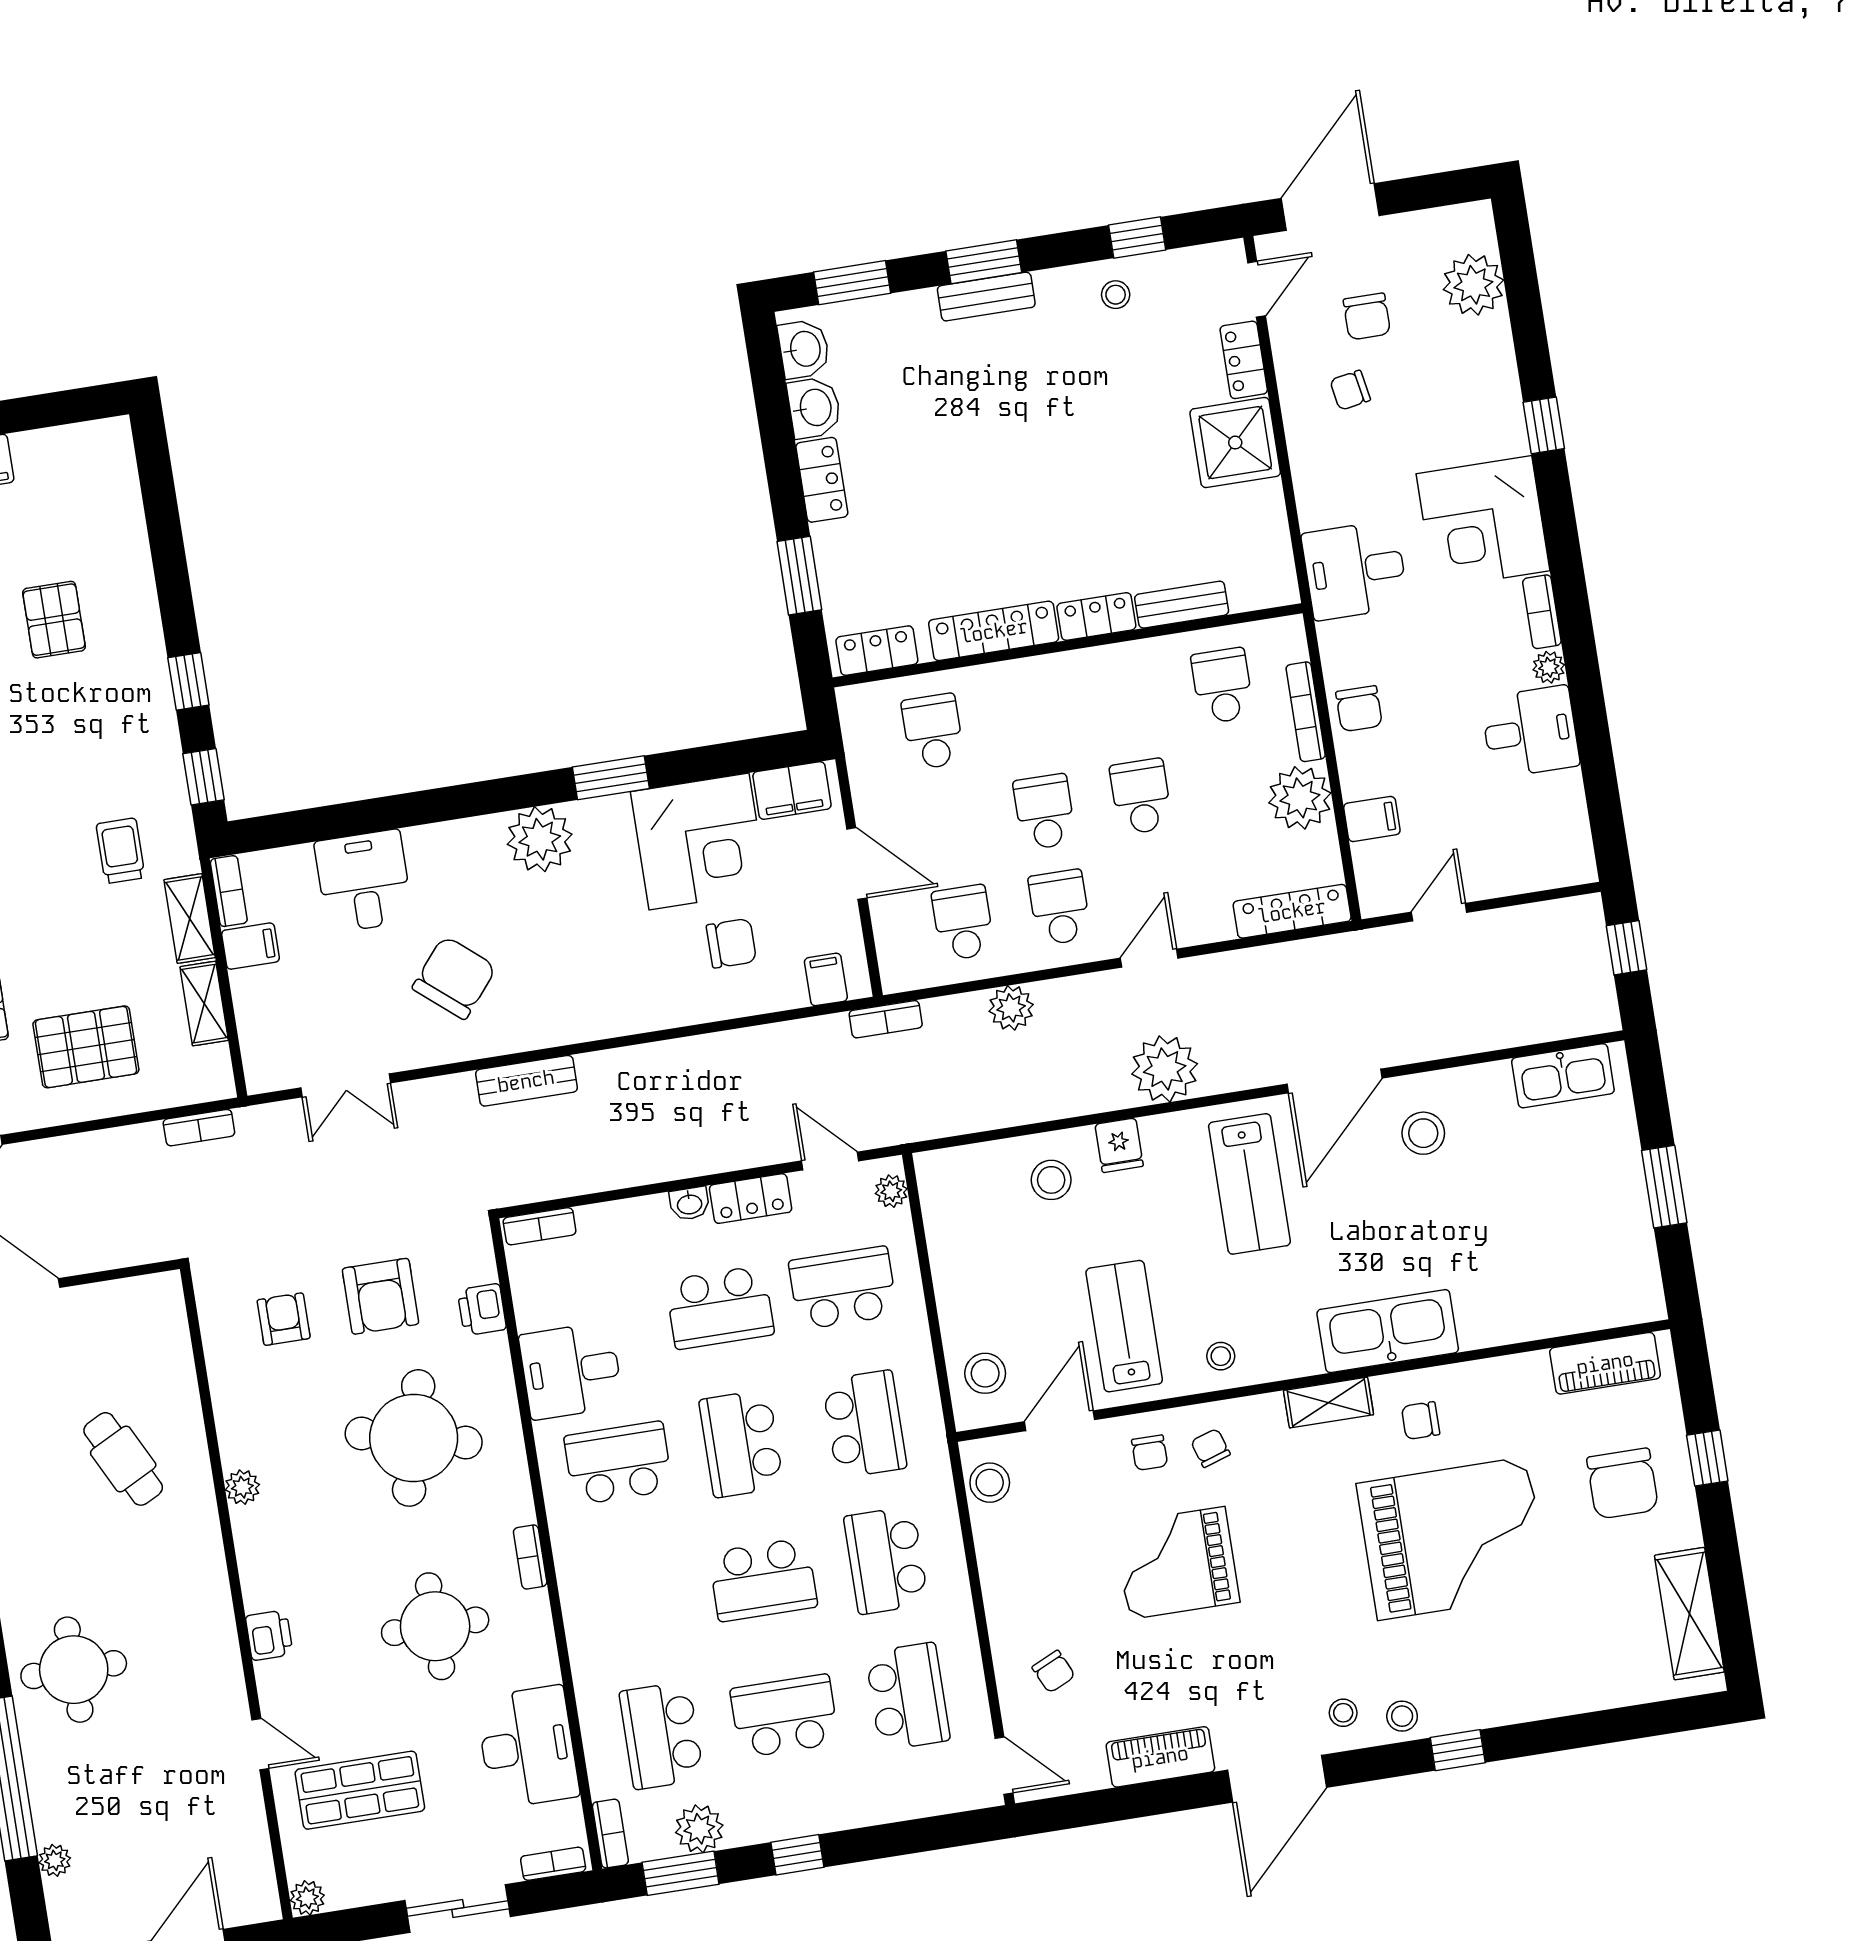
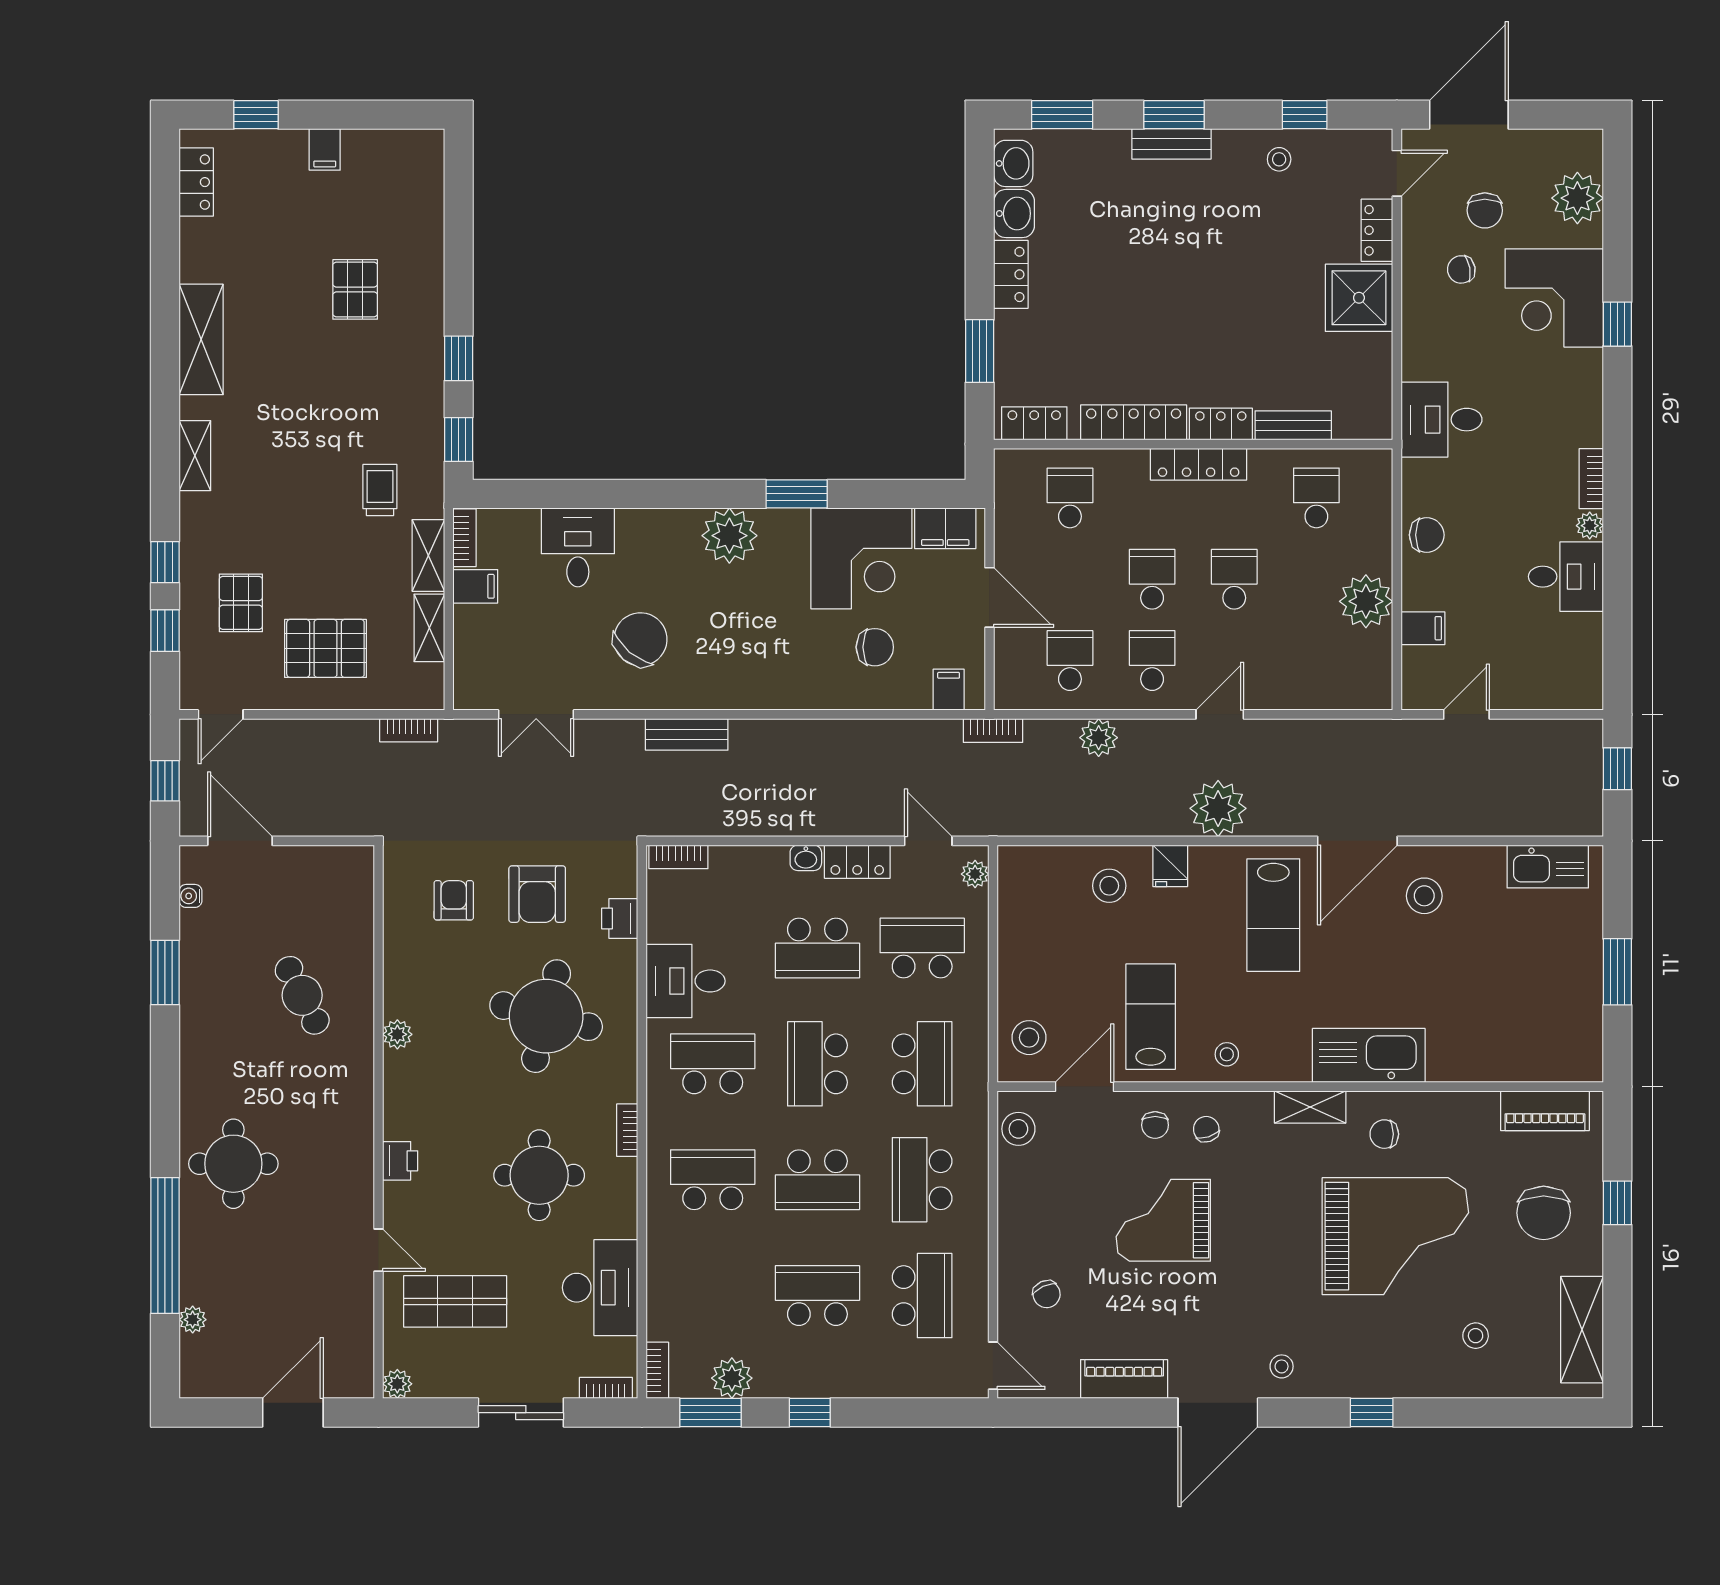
corner desk: (1483, 522) -> (1554, 298), moved
chair: (1359, 709) -> (1427, 535), turned -90
bookcase: (1306, 712) -> (1382, 531), removed
locker: (1292, 911) -> (1199, 464), moved, turned 180
stool: (1402, 1716) -> (1476, 1336), moved
school desk: (661, 1735) -> (713, 1180), moved, turned 90

